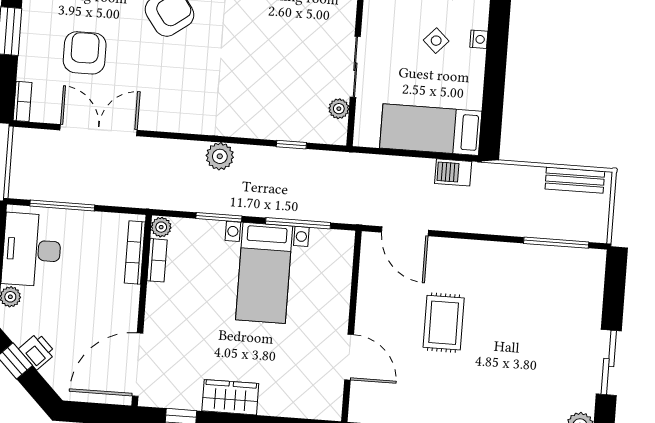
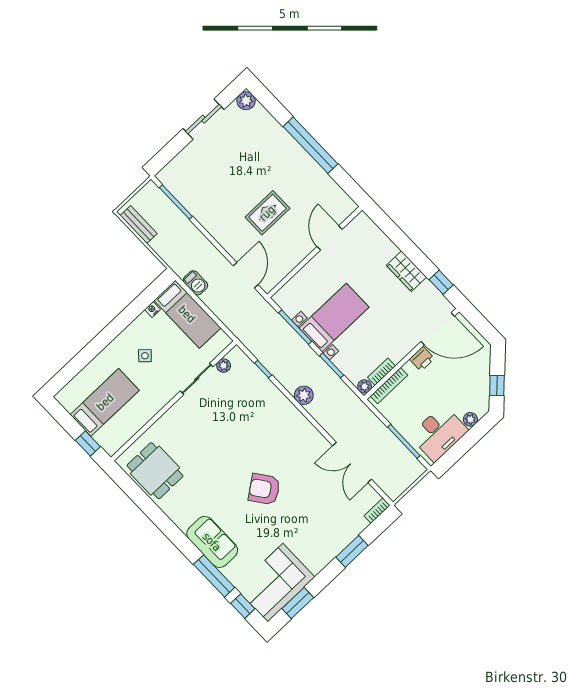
nightstand: (479, 39) -> (152, 309), moved
armchair: (85, 53) -> (324, 507), removed
printer: (37, 351) -> (422, 359), moved, turned -135

